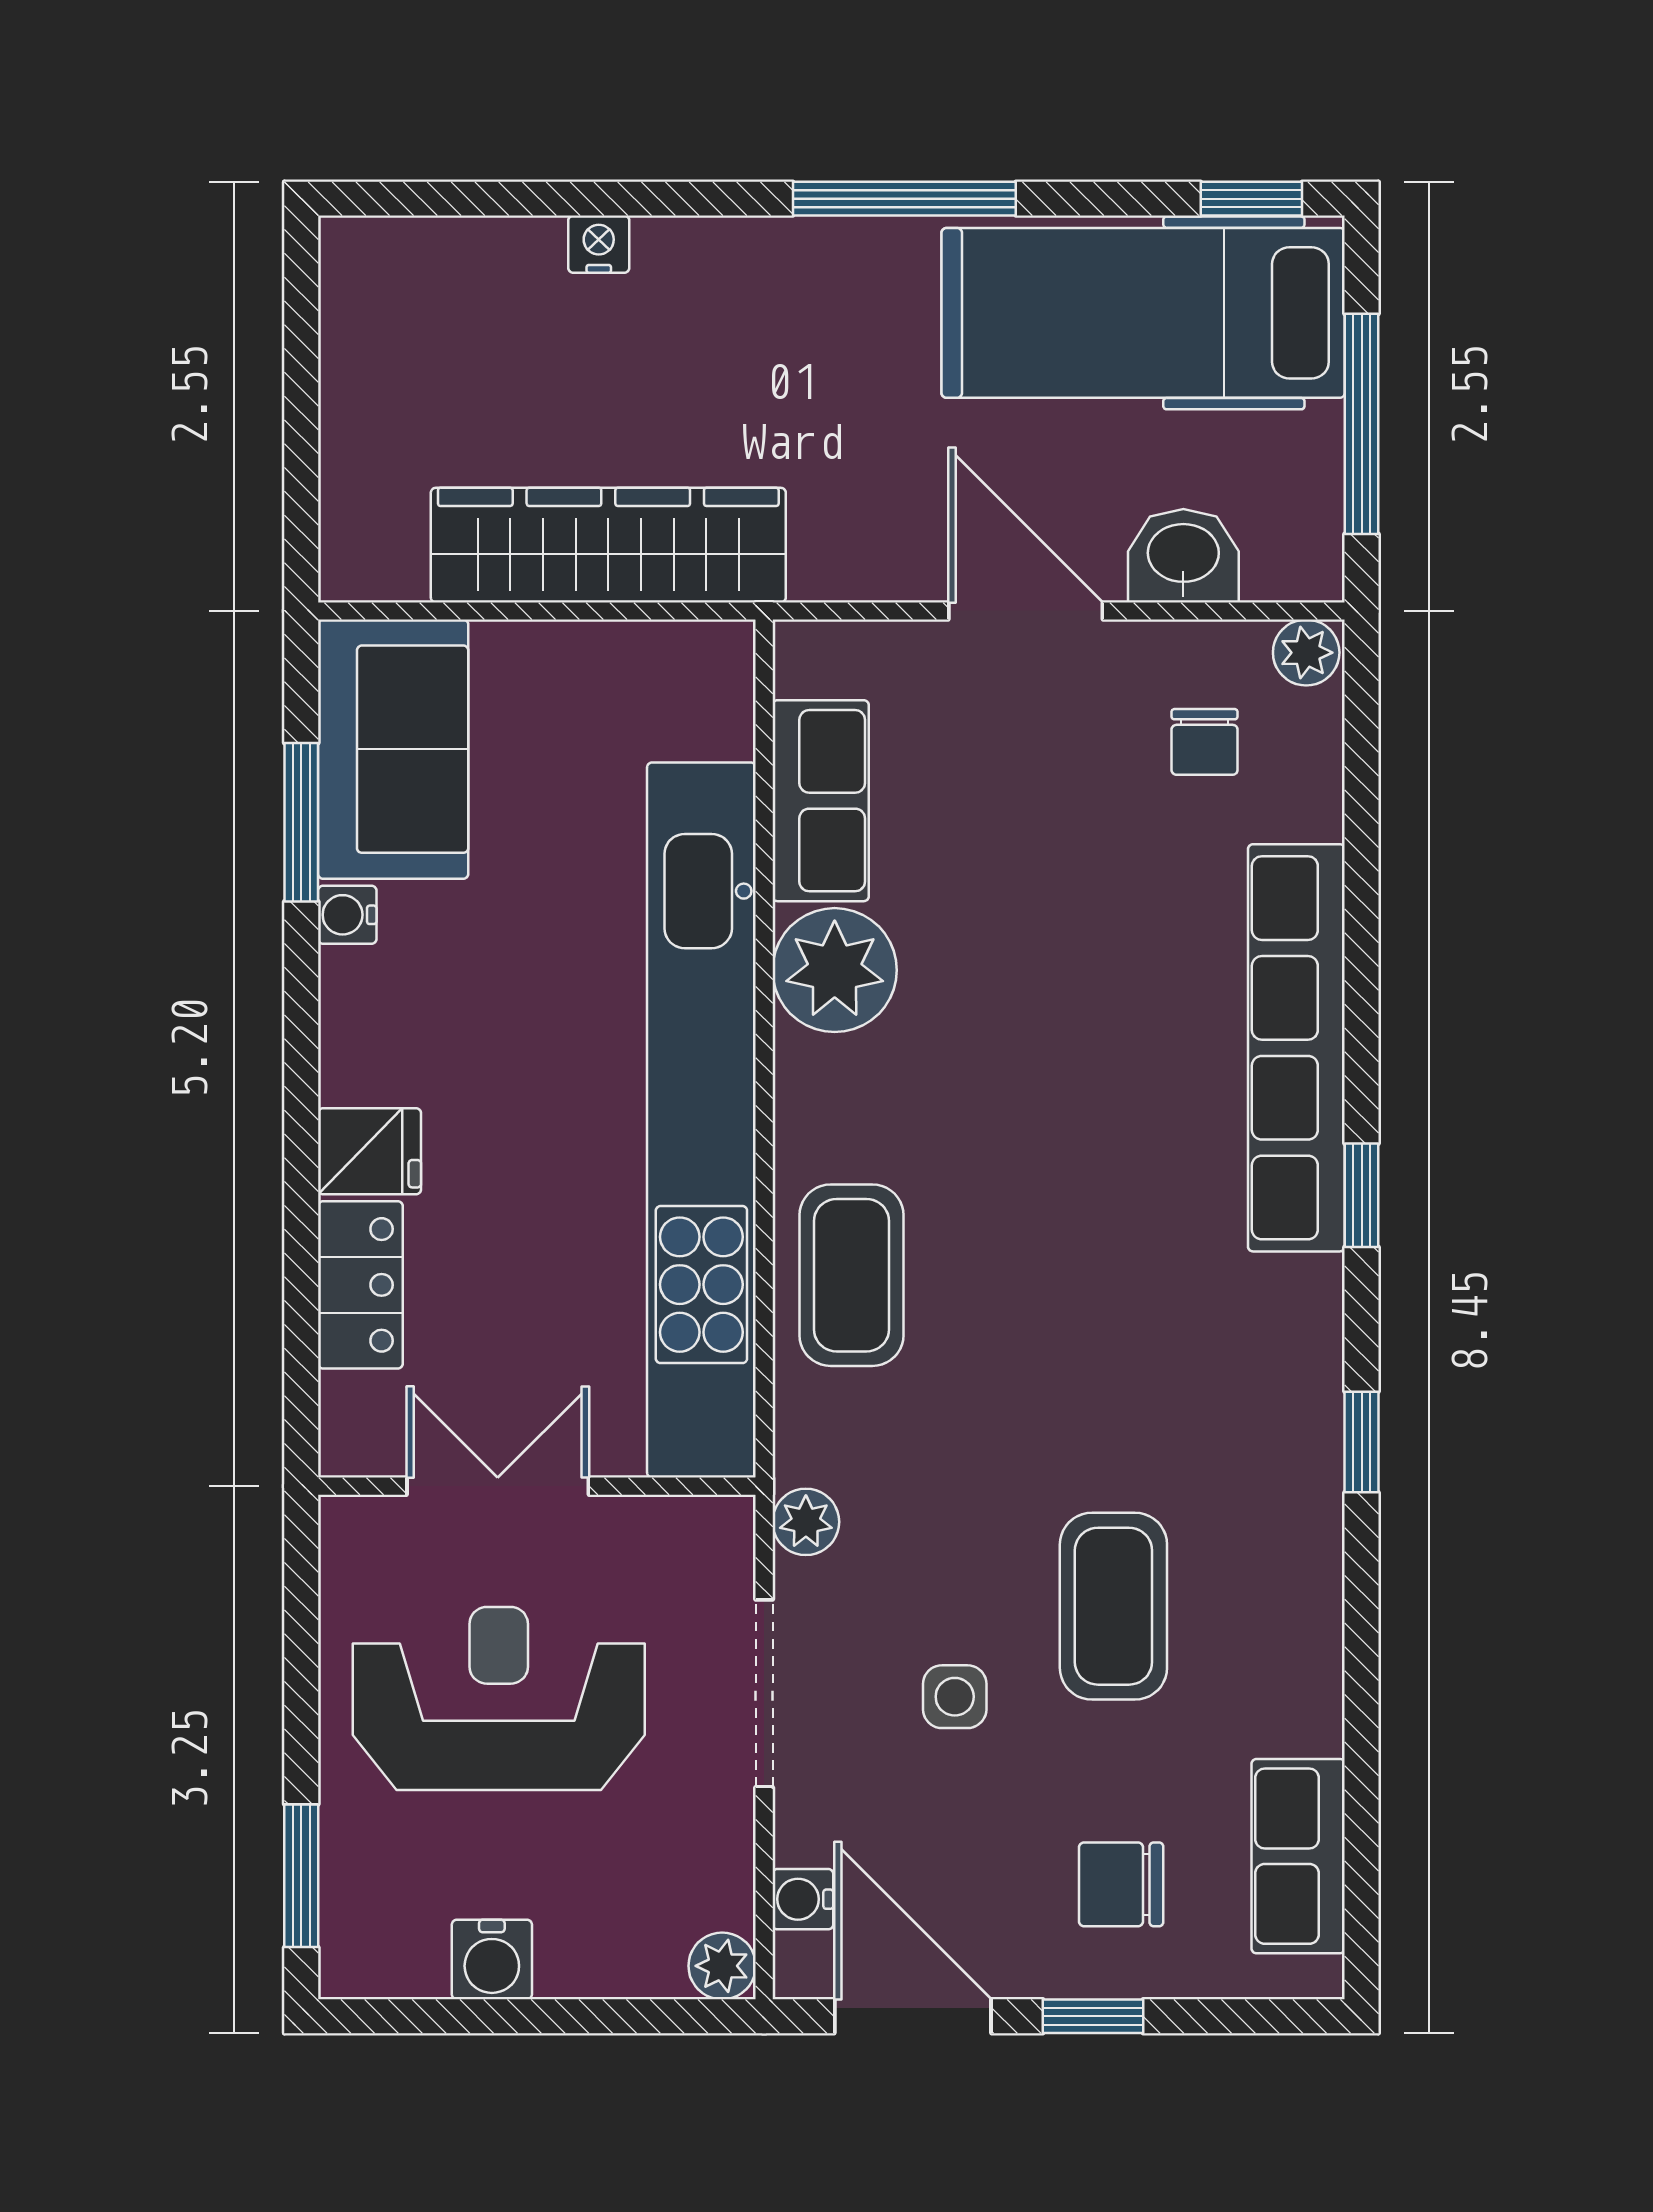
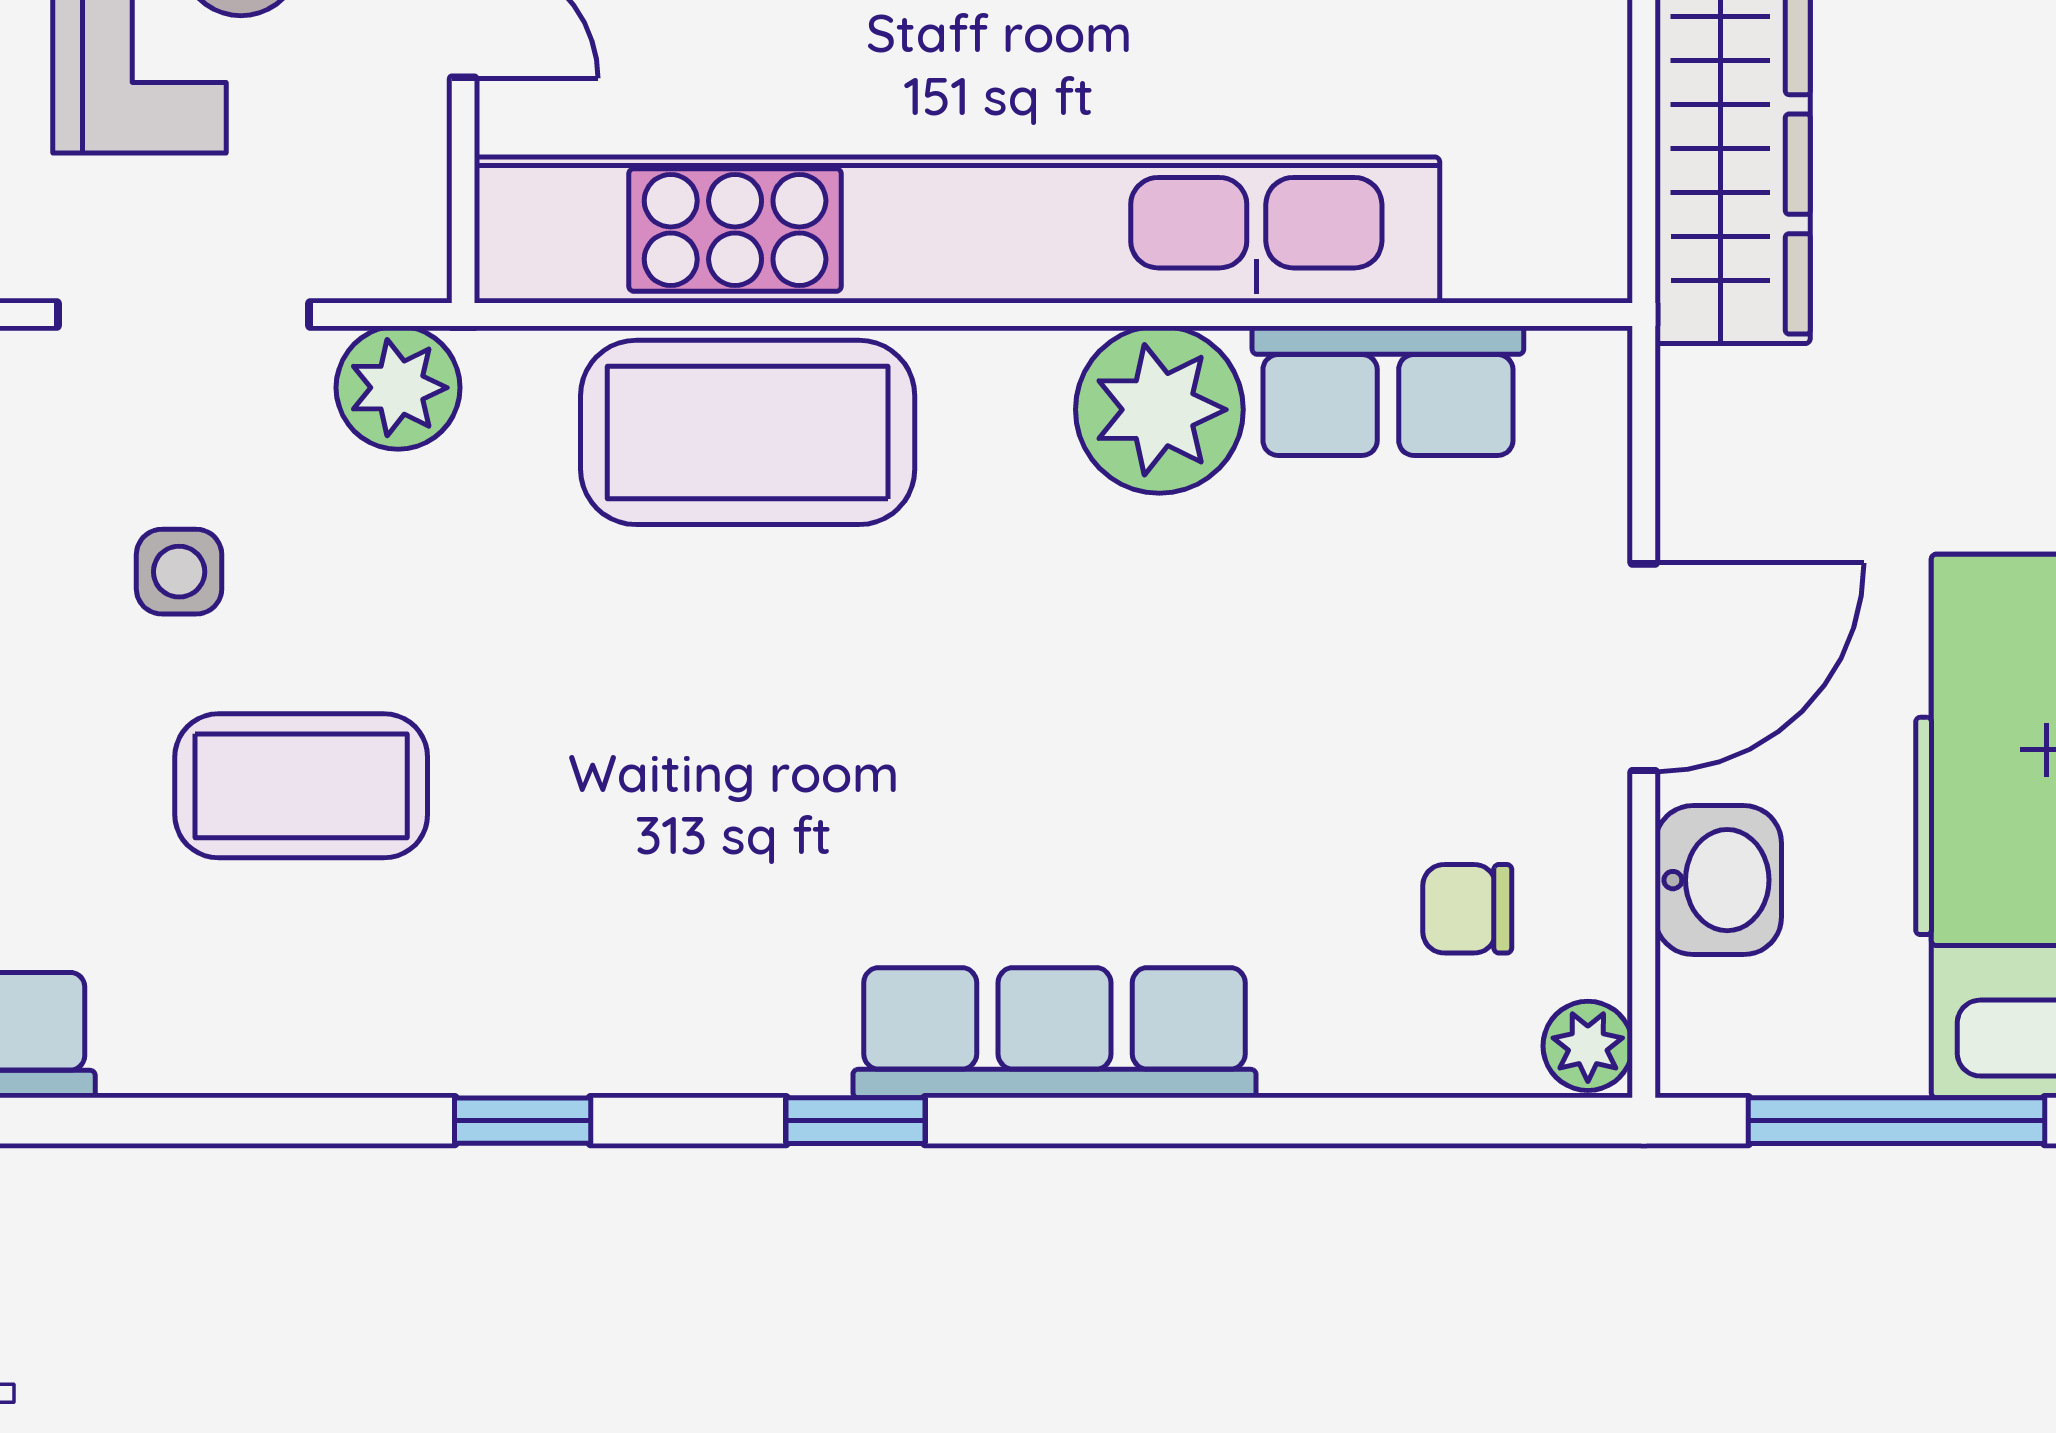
row of seats: (1296, 1048) -> (1054, 1033), width x0.73
coffee table: (852, 1275) -> (748, 432), width x1.36, depth x1.32
plant: (806, 1522) -> (398, 388), width x1.38, depth x1.38

